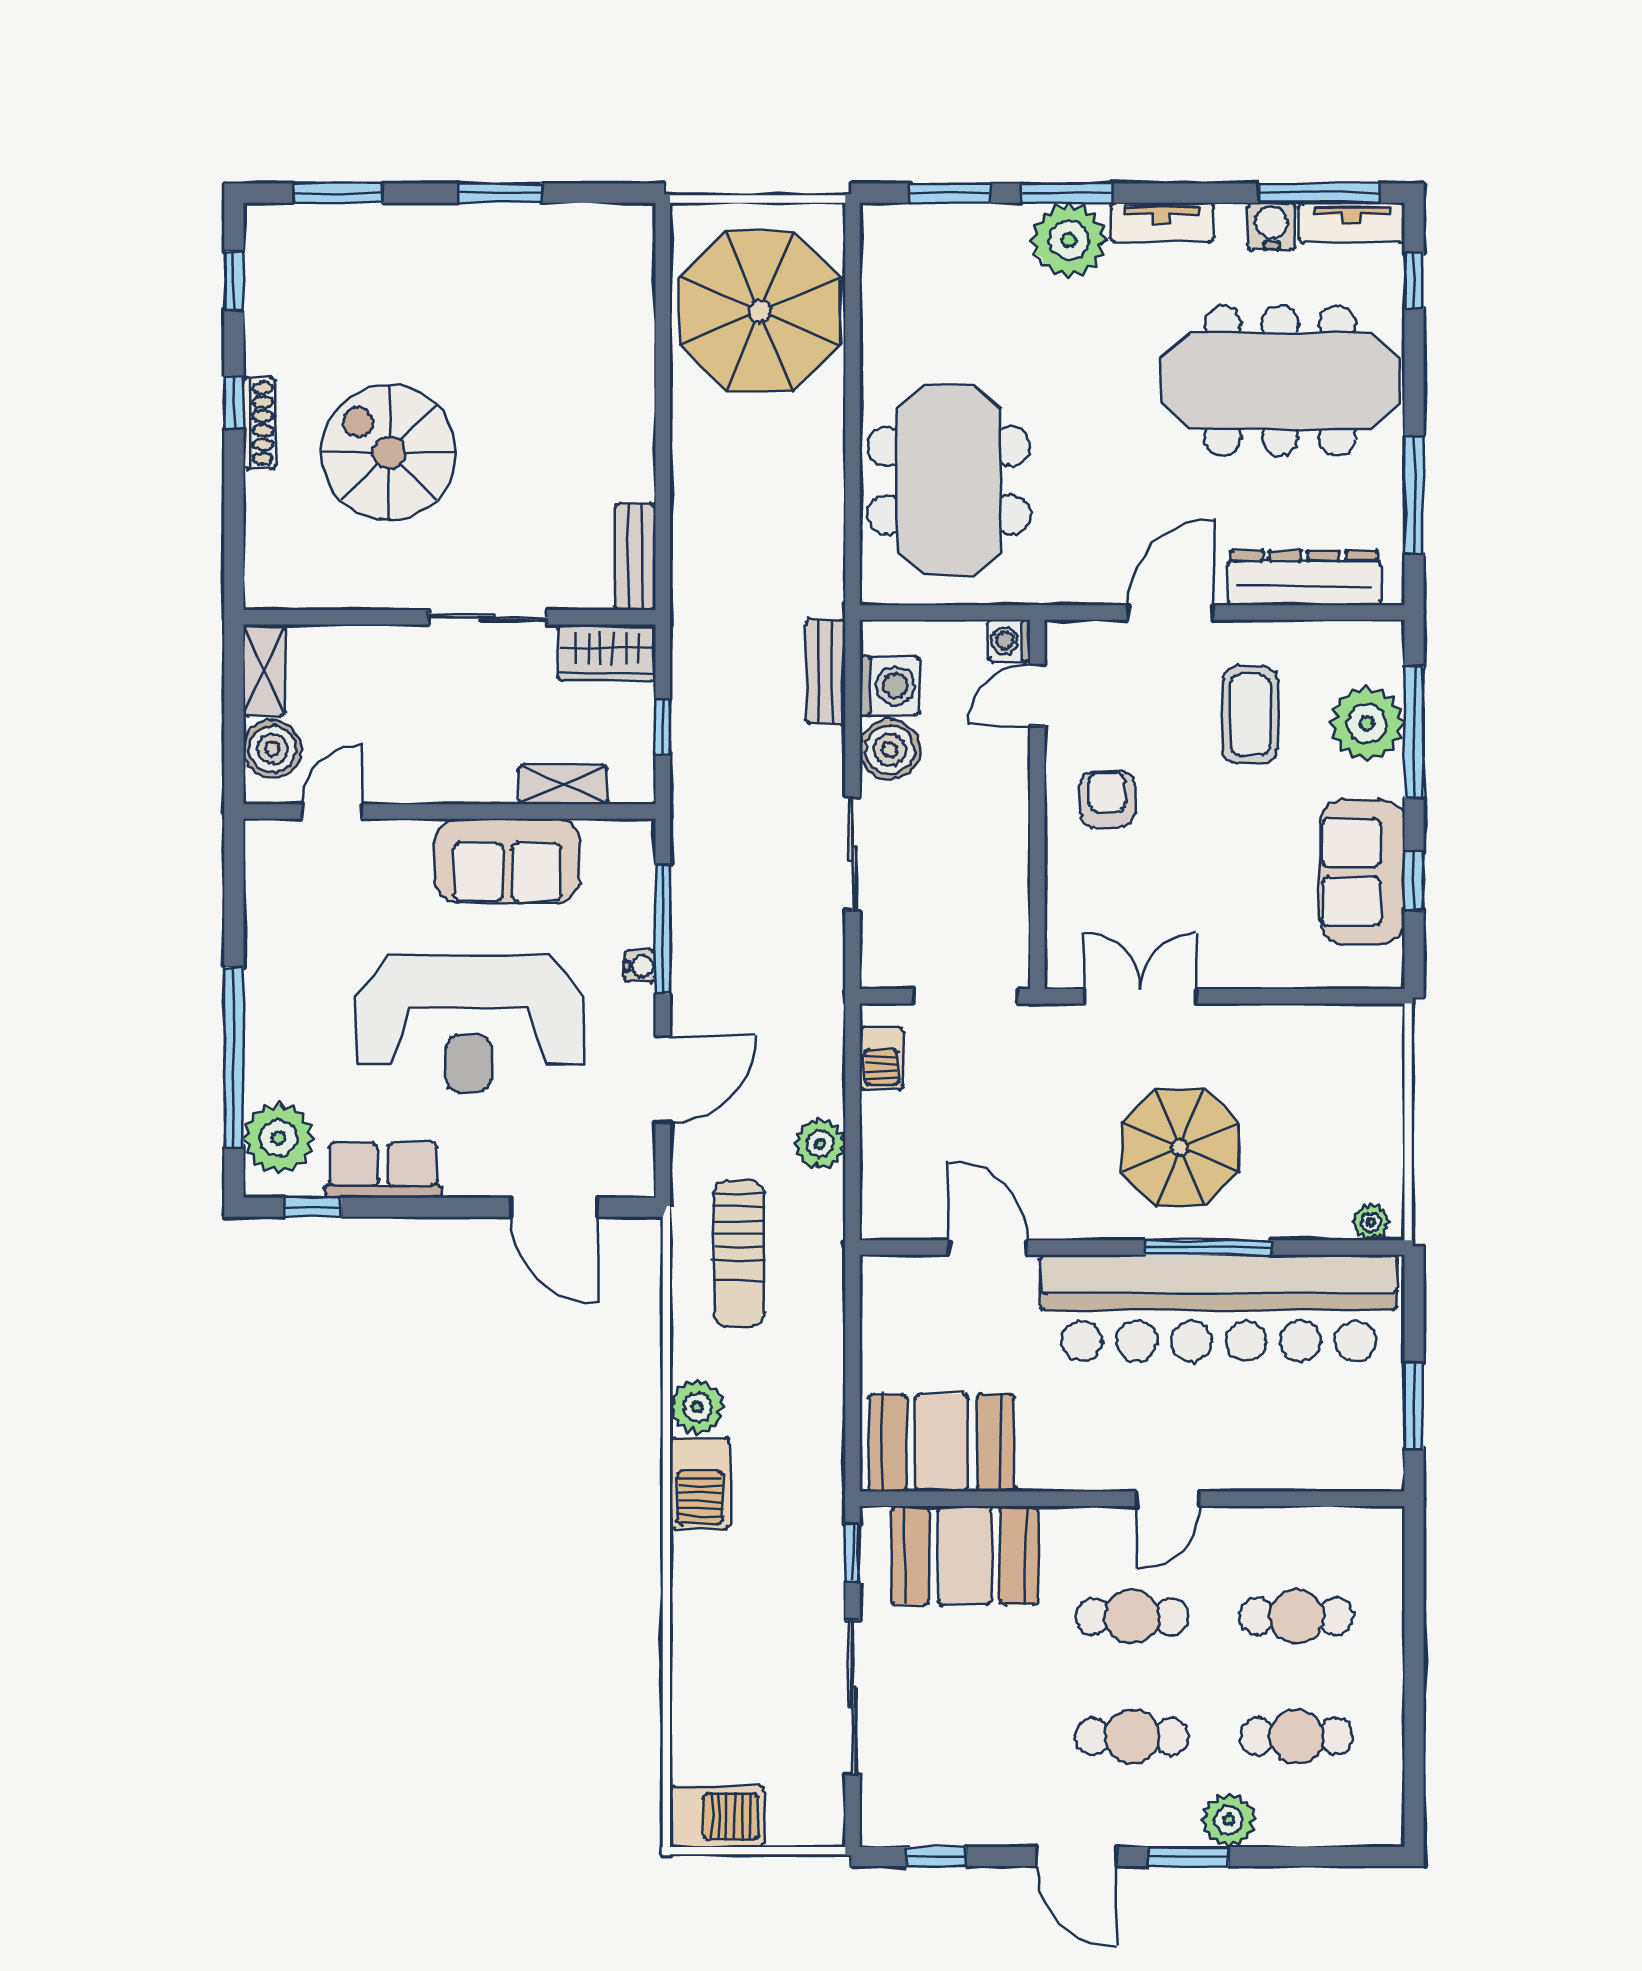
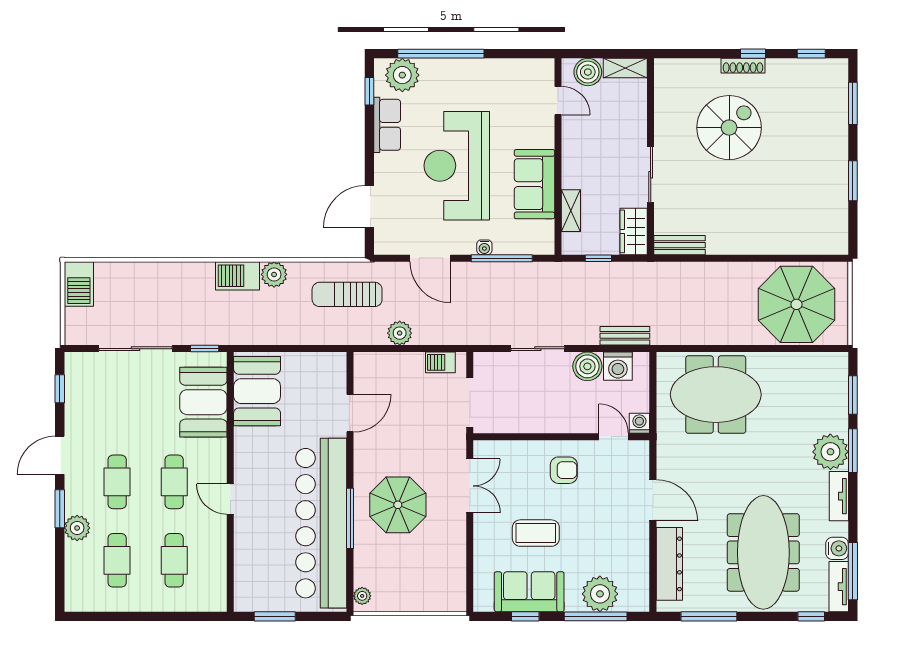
coffee table: (1250, 715) -> (536, 533), moved

